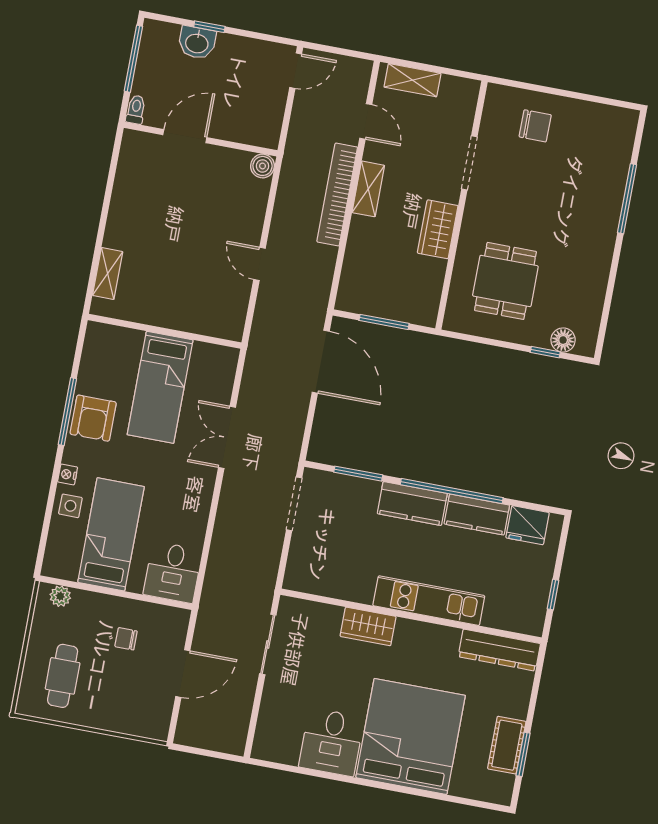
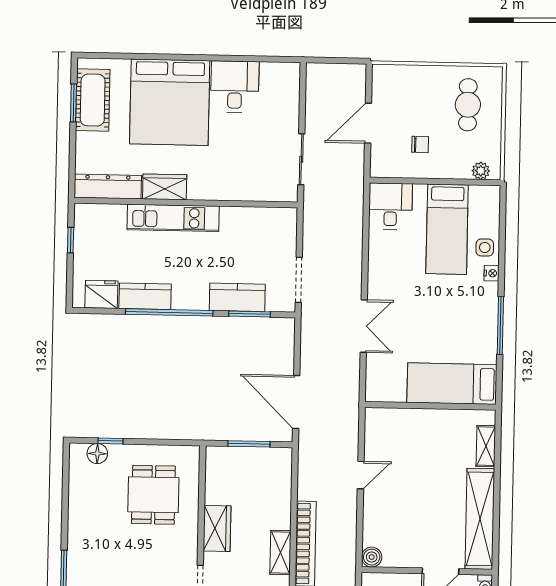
shelving: (129, 190) -> (480, 519), added
door: (259, 264) -> (361, 475), hinge flipped
bed: (160, 387) -> (452, 384), moved, turned -90
armchair: (93, 418) -> (478, 324), removed
kitchen counter: (412, 504) -> (237, 297), moved
wardrobe: (368, 626) -> (165, 187), moved
cot: (507, 745) -> (93, 100), width x1.37, depth x1.34

